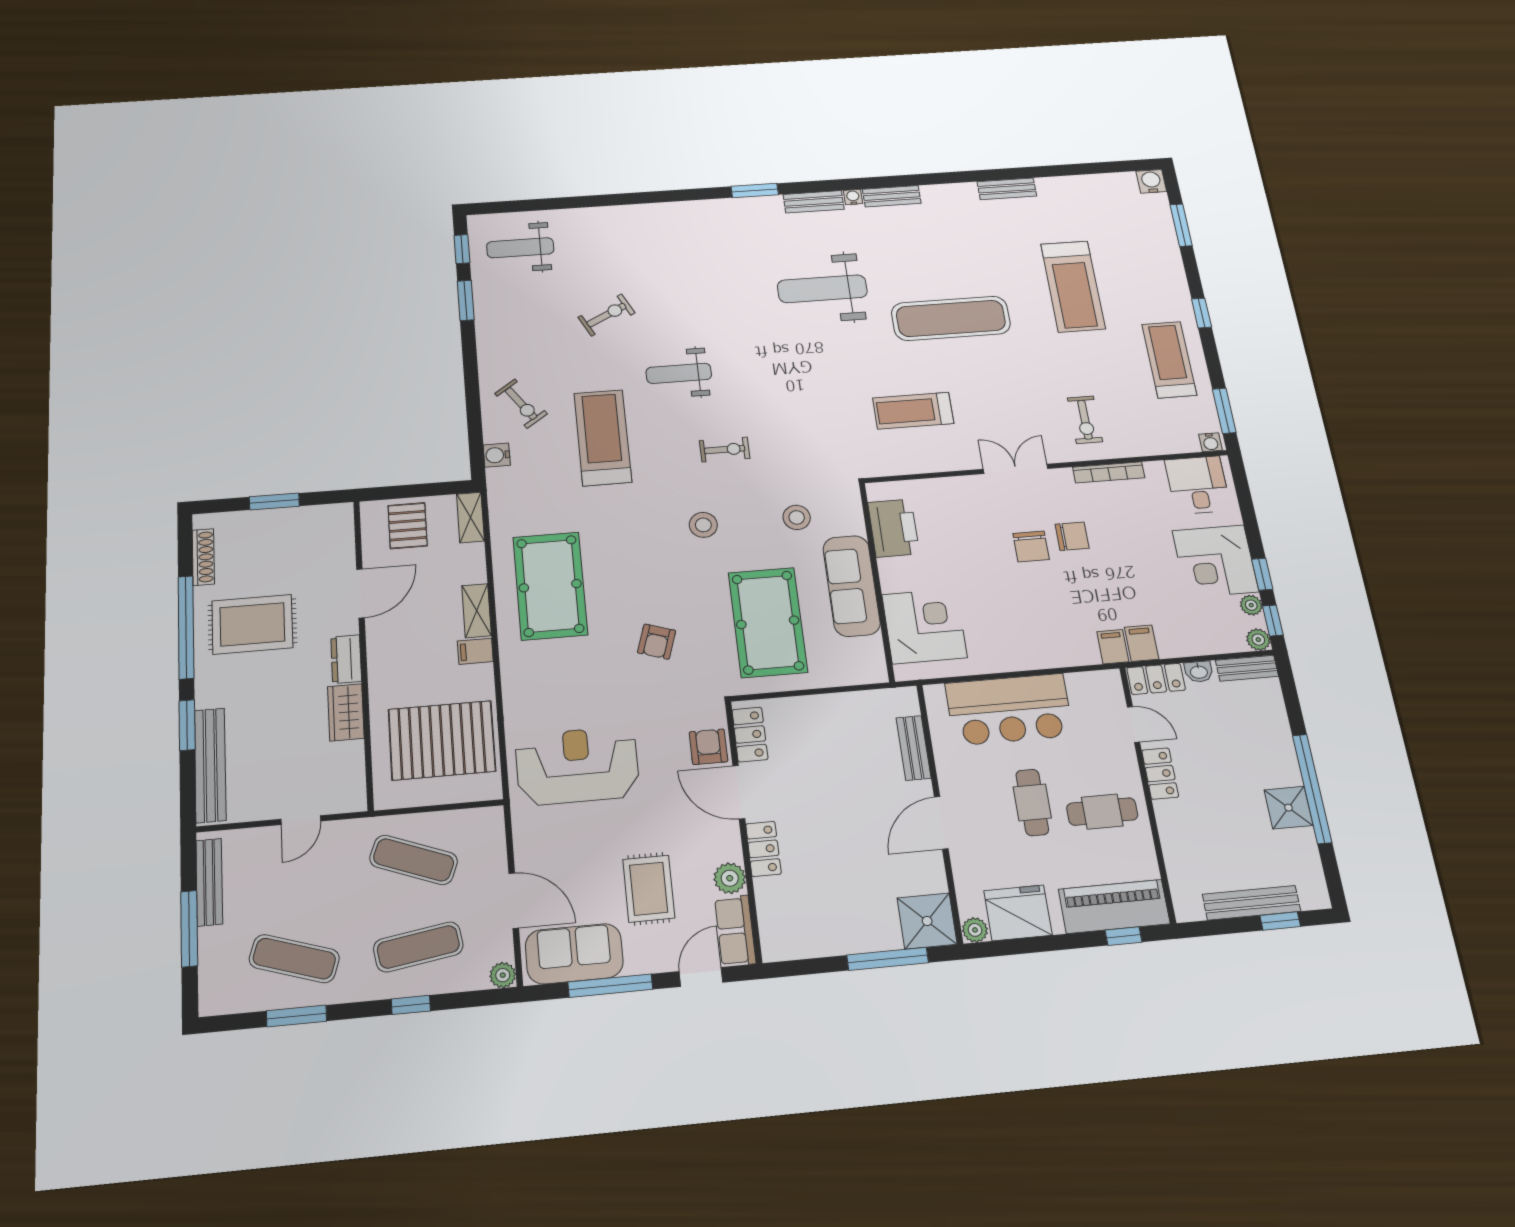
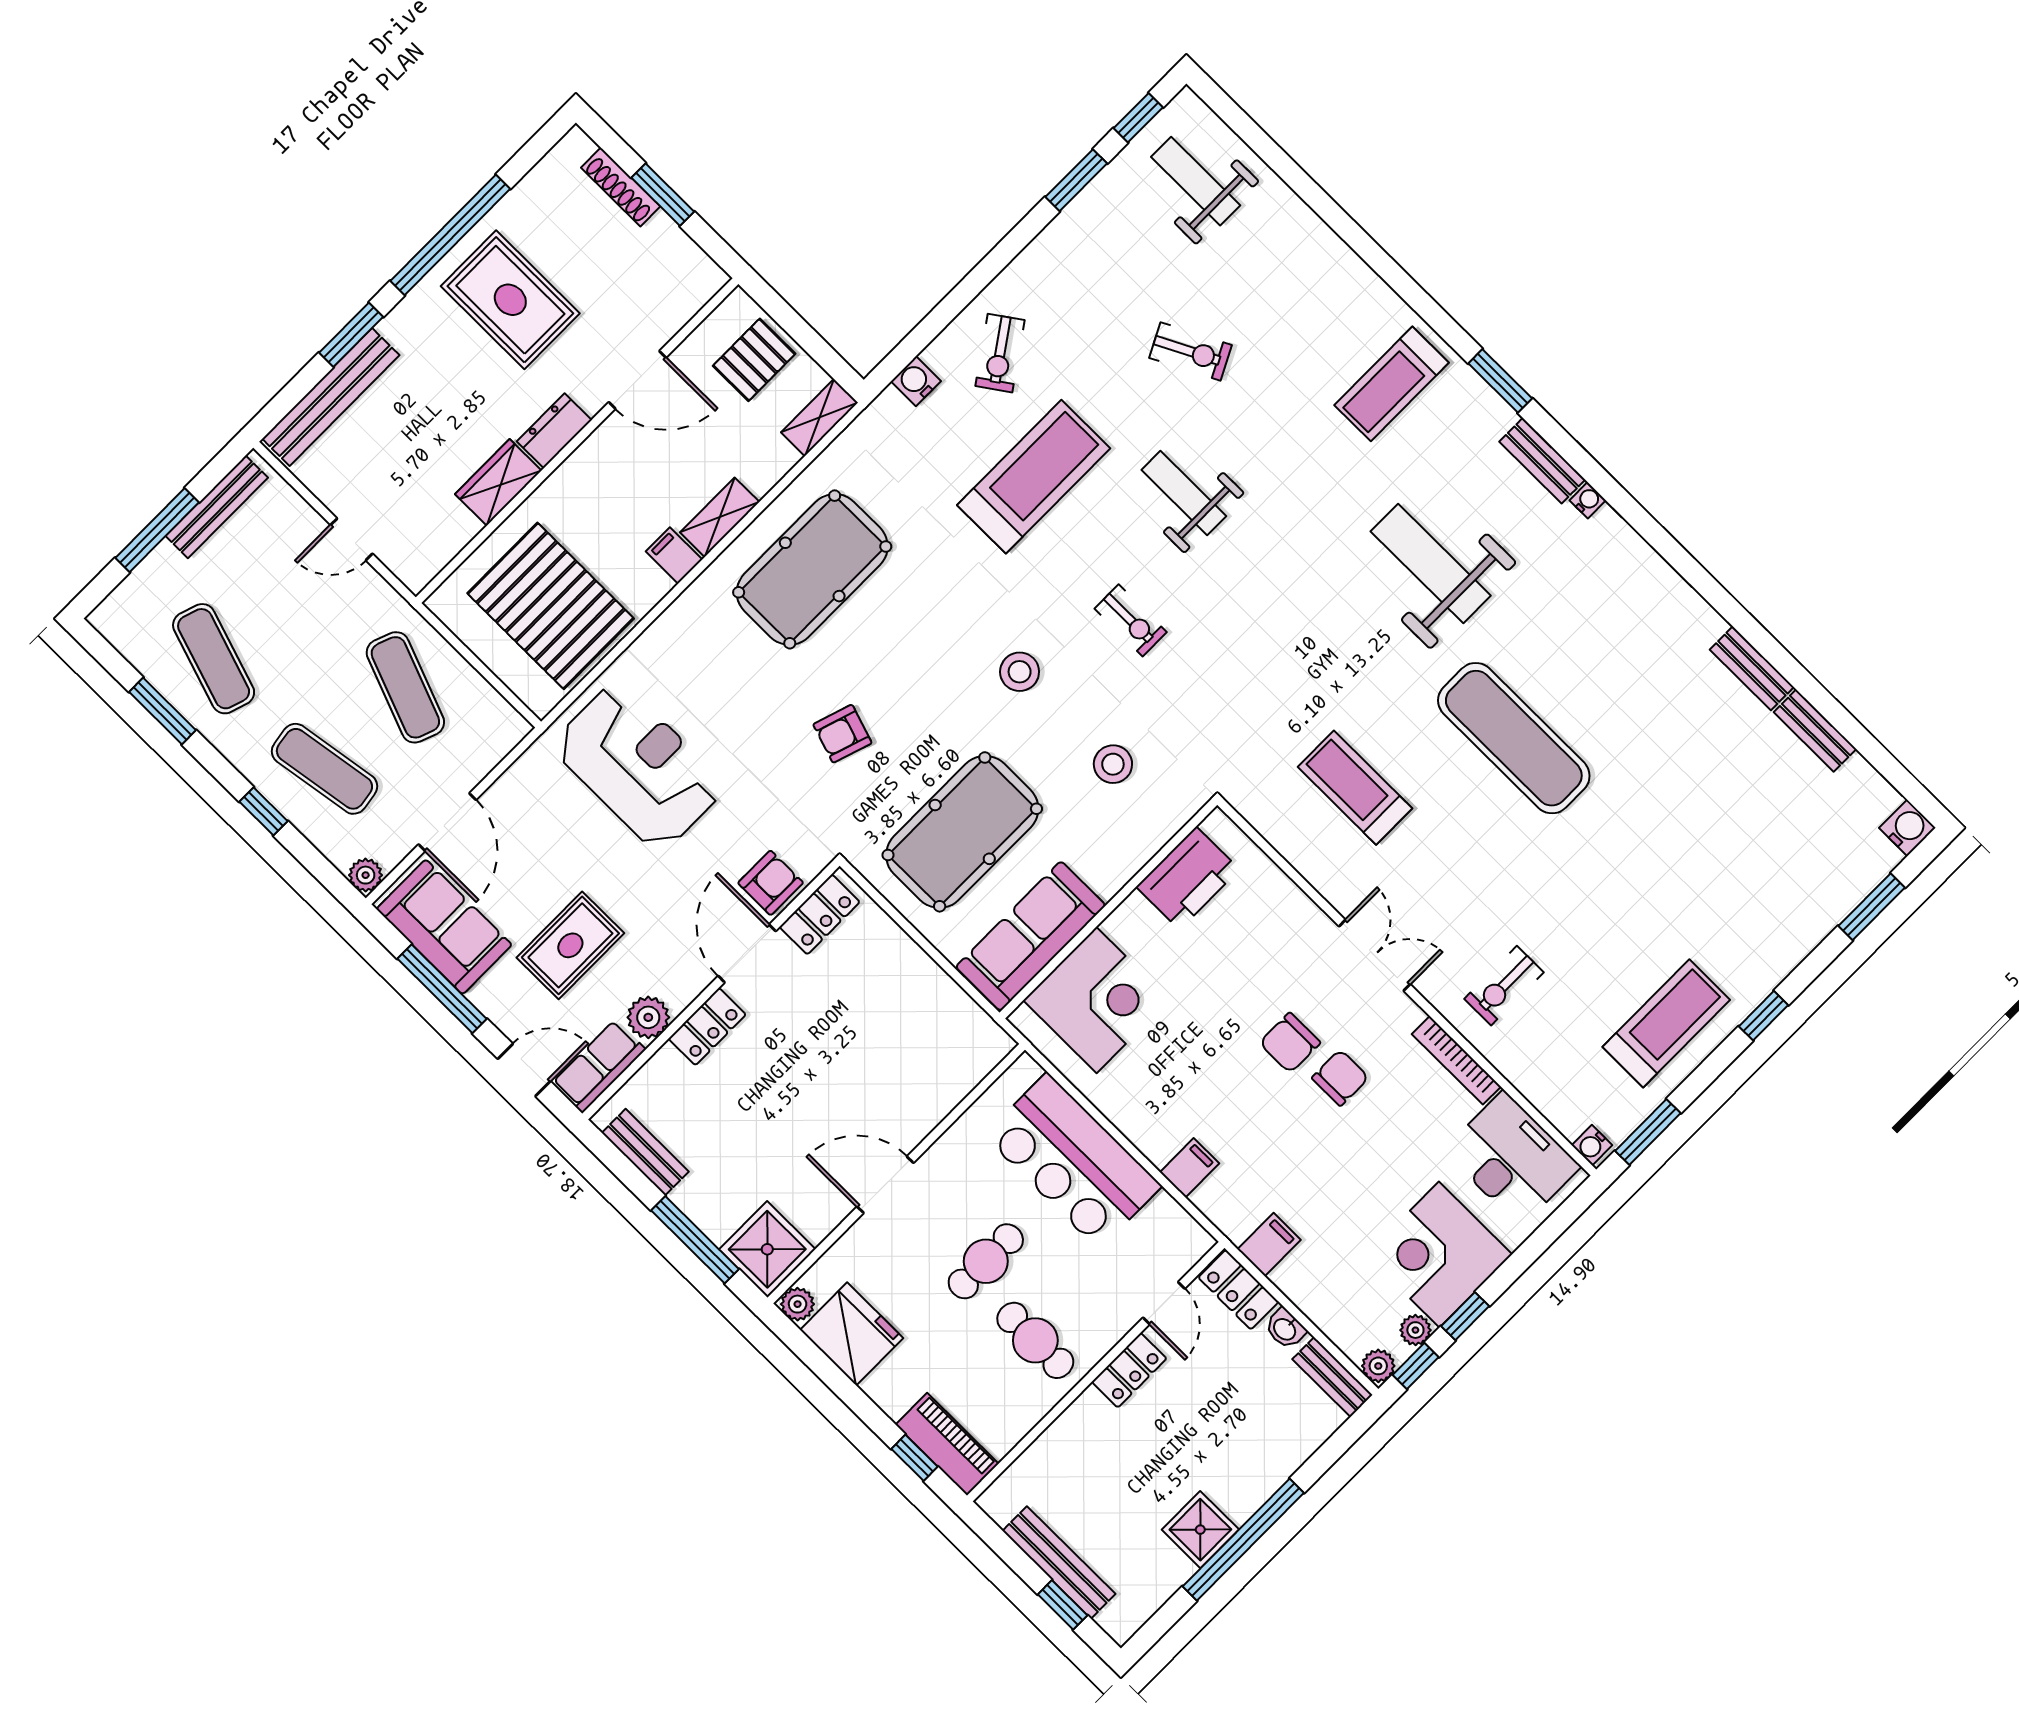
bench: (892, 196) -> (1815, 731), moved
treadmill: (1073, 286) -> (1392, 384), moved, width x0.73, depth x0.73
desk: (1198, 485) -> (1512, 1159), width x1.37
chair: (1072, 536) -> (1340, 1078), turned -90
shoe rack: (203, 557) -> (621, 187), moved, turned 90
sofa: (852, 586) -> (1031, 936), moved
filing cabinet: (1113, 647) -> (1190, 1168), moved
bench: (914, 748) -> (645, 1152), moved, turned 90
piano: (1114, 906) -> (947, 1444), width x0.73, depth x0.75

